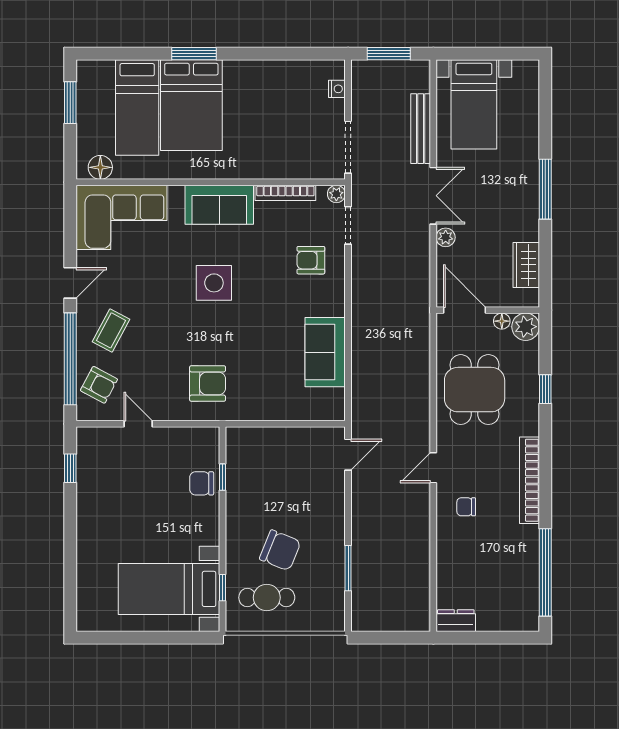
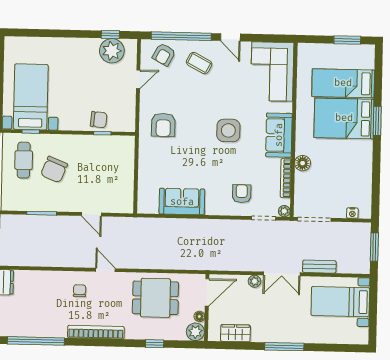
bench: (421, 129) -> (319, 267), width x0.73
floor lamp: (100, 167) -> (303, 163), moved
door: (348, 455) -> (91, 214), moved
plant: (95, 465) -> (112, 51), added
chair: (202, 483) -> (99, 120), turned 95

